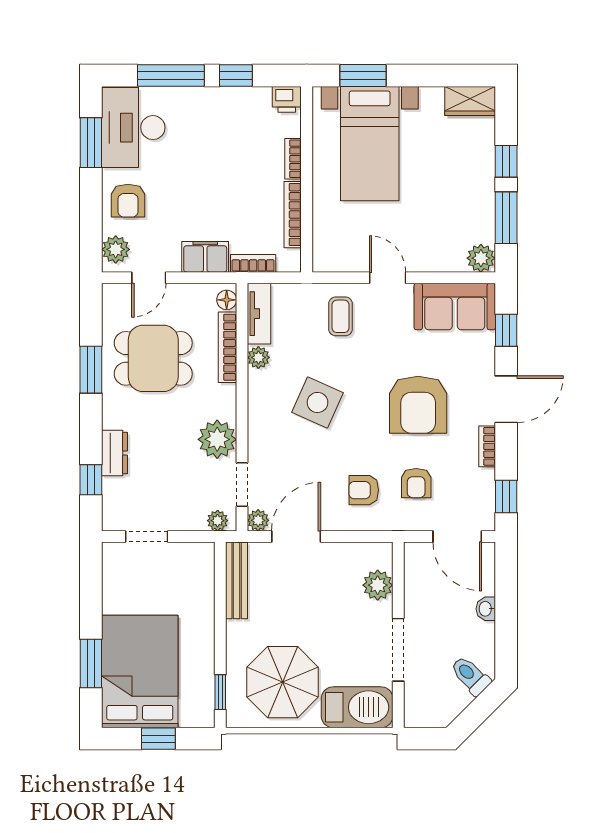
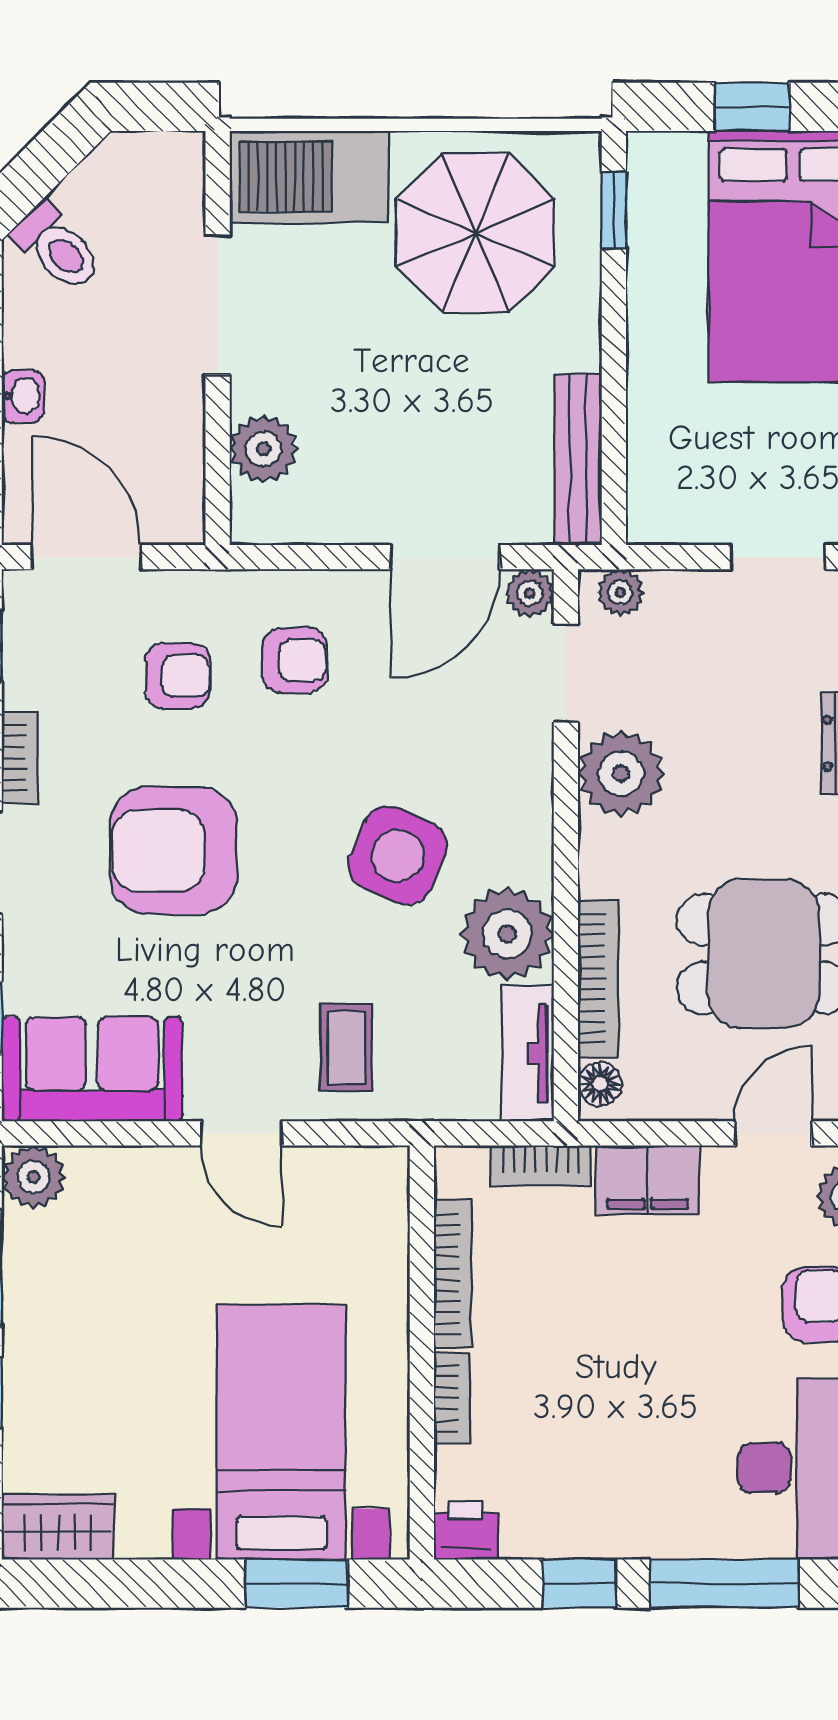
plant: (258, 357) -> (507, 934), width x1.87, depth x1.87
armchair: (418, 405) -> (173, 850), turned -90
armchair: (416, 483) -> (178, 676), turned 90

